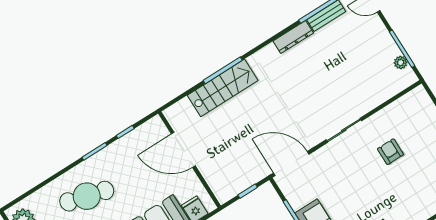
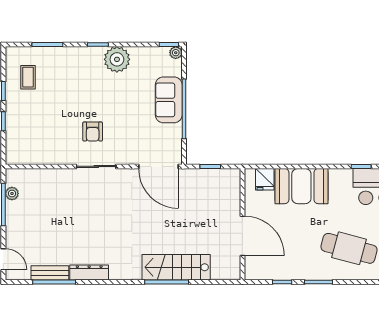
armchair: (390, 152) -> (93, 132), moved

